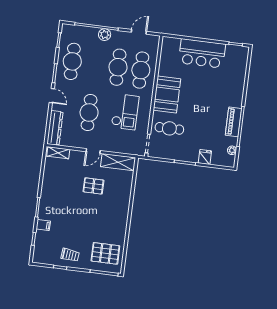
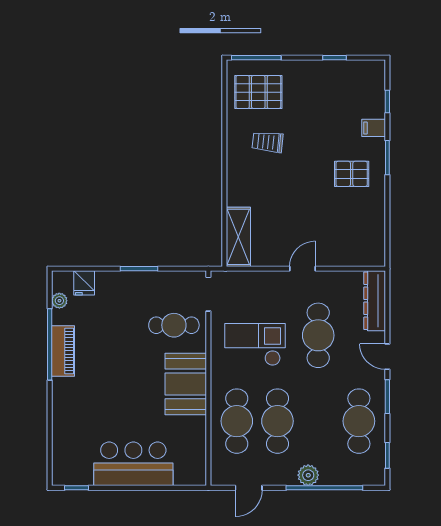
checkout: (125, 112) -> (255, 344), turned 90
shelving: (58, 153) -> (363, 258), removed
fridge: (205, 157) -> (84, 283), moved
shelving: (118, 162) -> (238, 237), moved, turned 90
pallet: (93, 186) -> (352, 174), moved
trolley: (70, 255) -> (268, 142), moved

